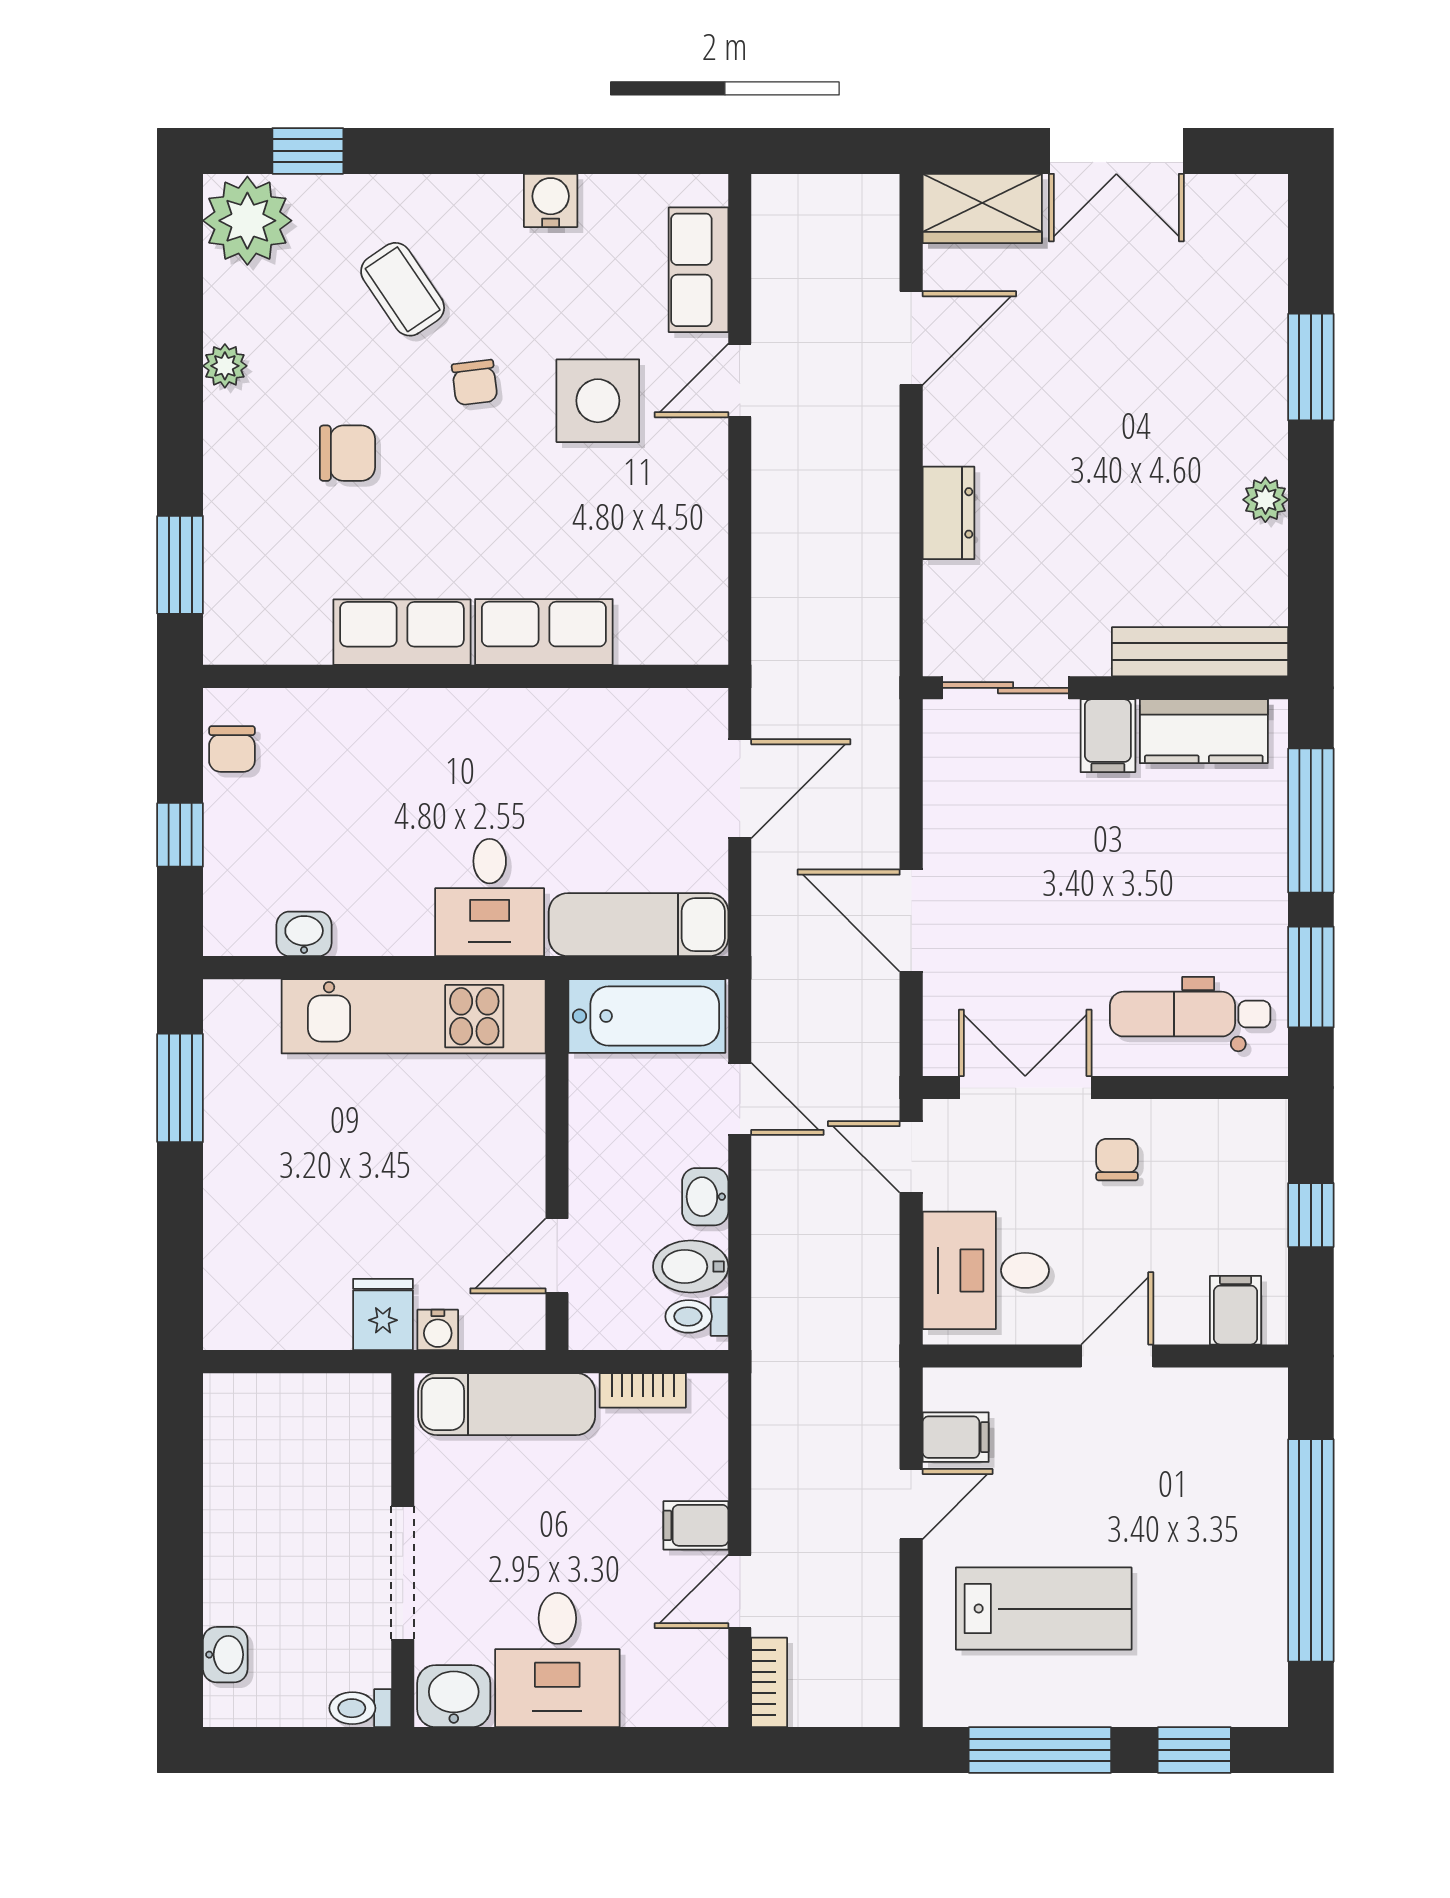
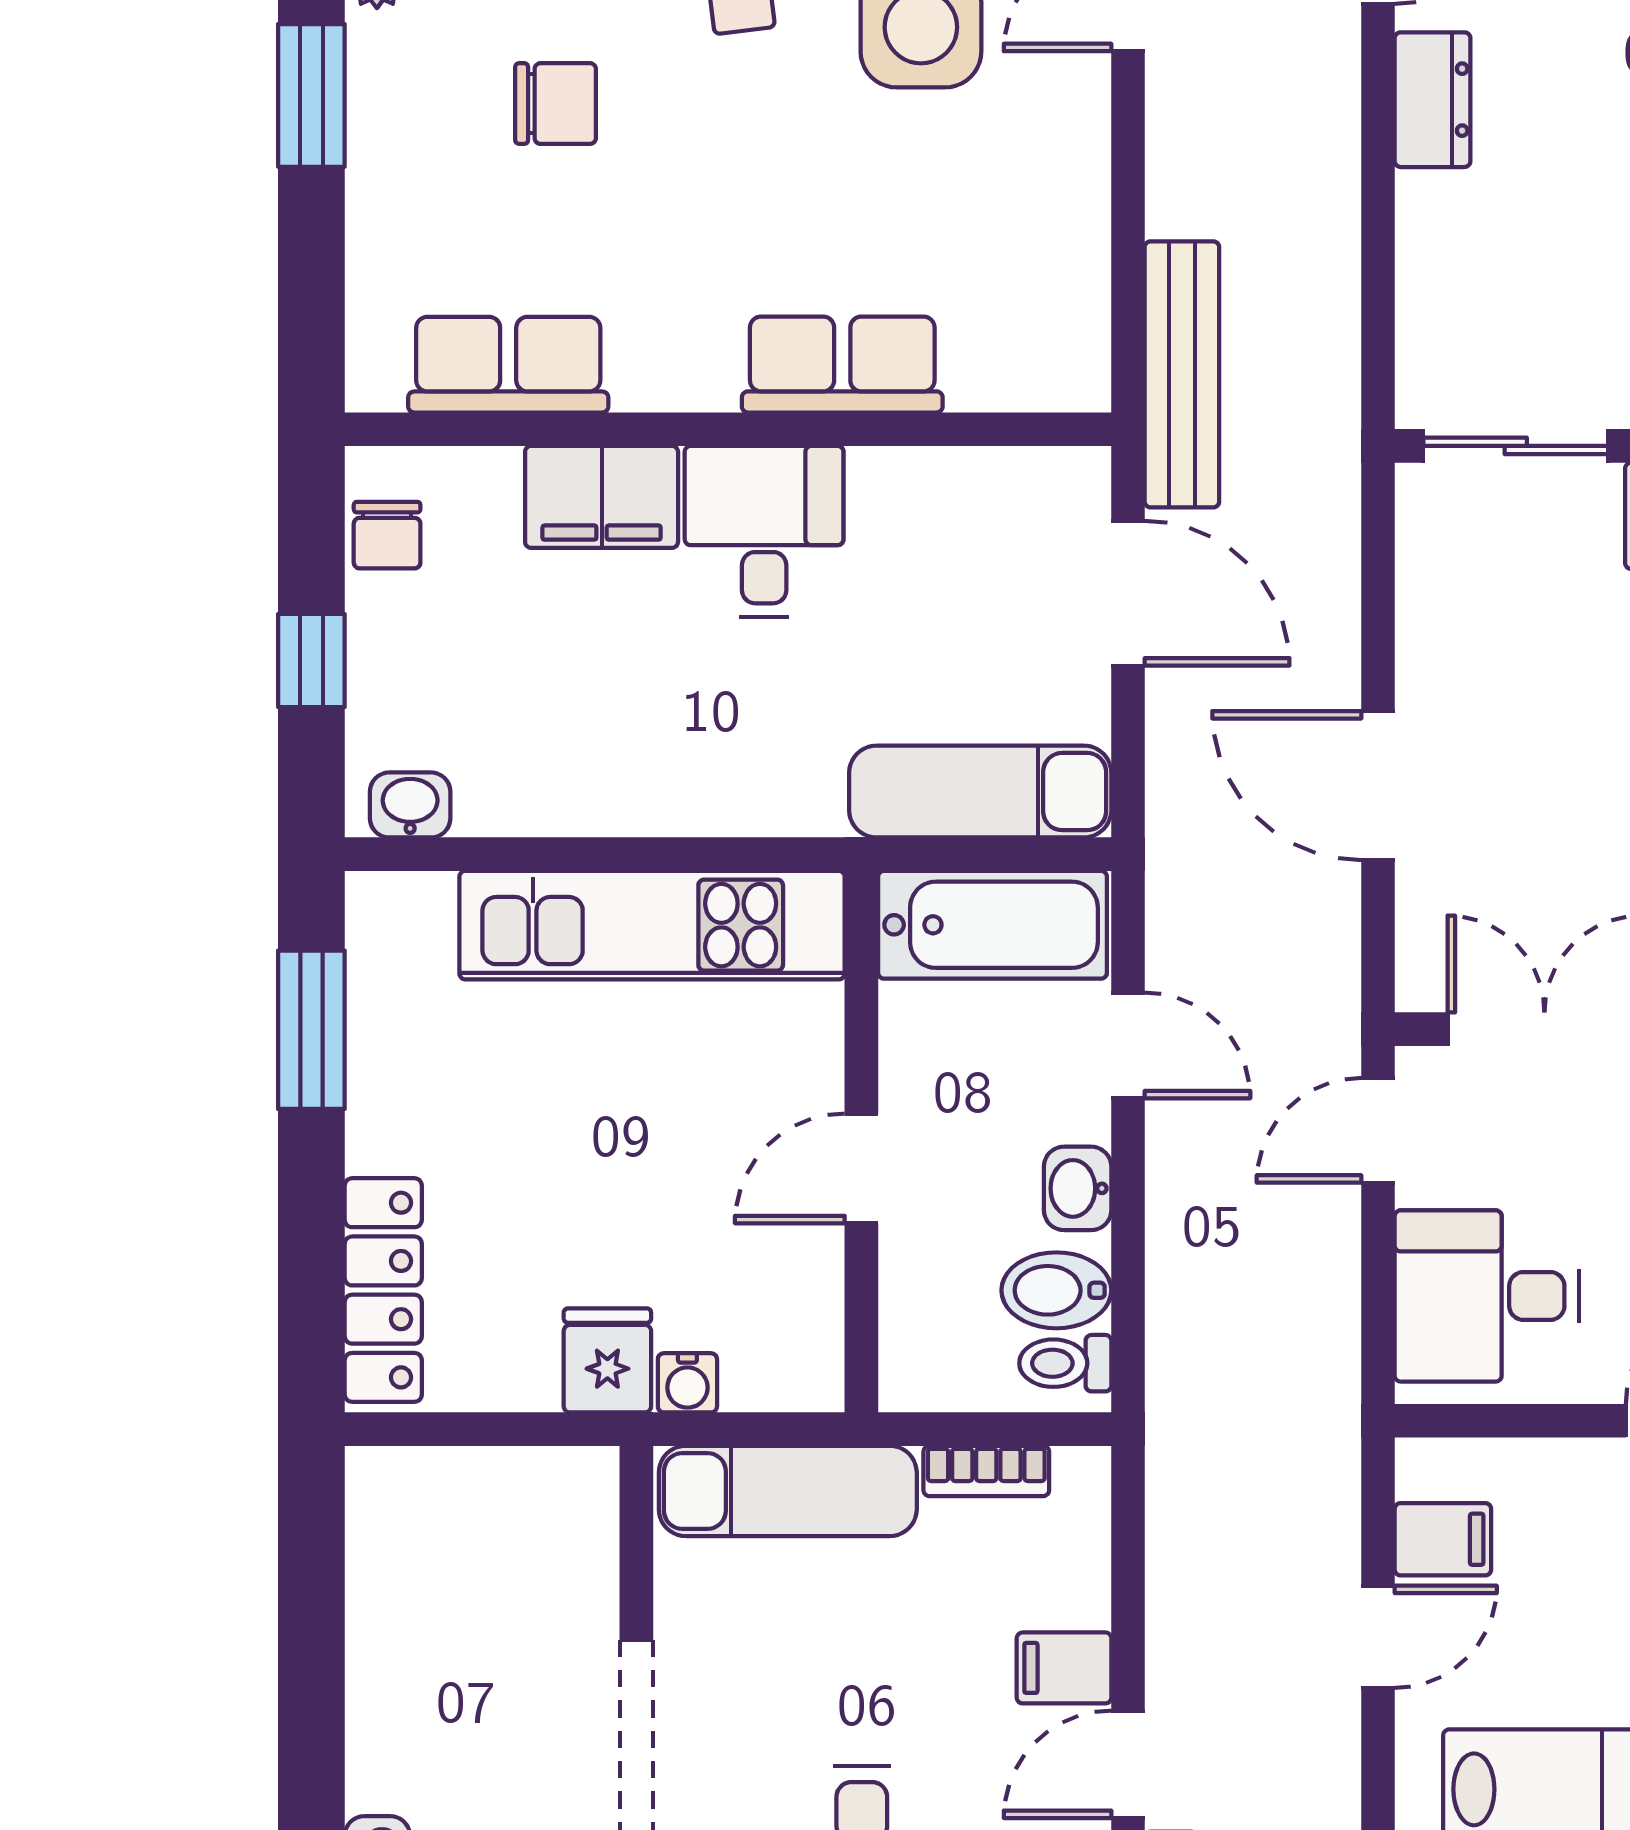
dresser: (949, 513) -> (1433, 100), moved
window: (180, 565) -> (311, 95), moved
row of seats: (402, 632) -> (508, 365), moved
bench: (777, 639) -> (1182, 374), added
filing cabinet: (379, 723) -> (602, 497), added
door: (740, 789) -> (1128, 593), hinge flipped
desk: (490, 897) -> (764, 531), moved, turned 180
washbasin: (304, 934) -> (410, 805), moved
door: (911, 1157) -> (1378, 1130), hinge flipped
door: (557, 1256) -> (861, 1168), moved
locker: (229, 1266) -> (383, 1290), added

